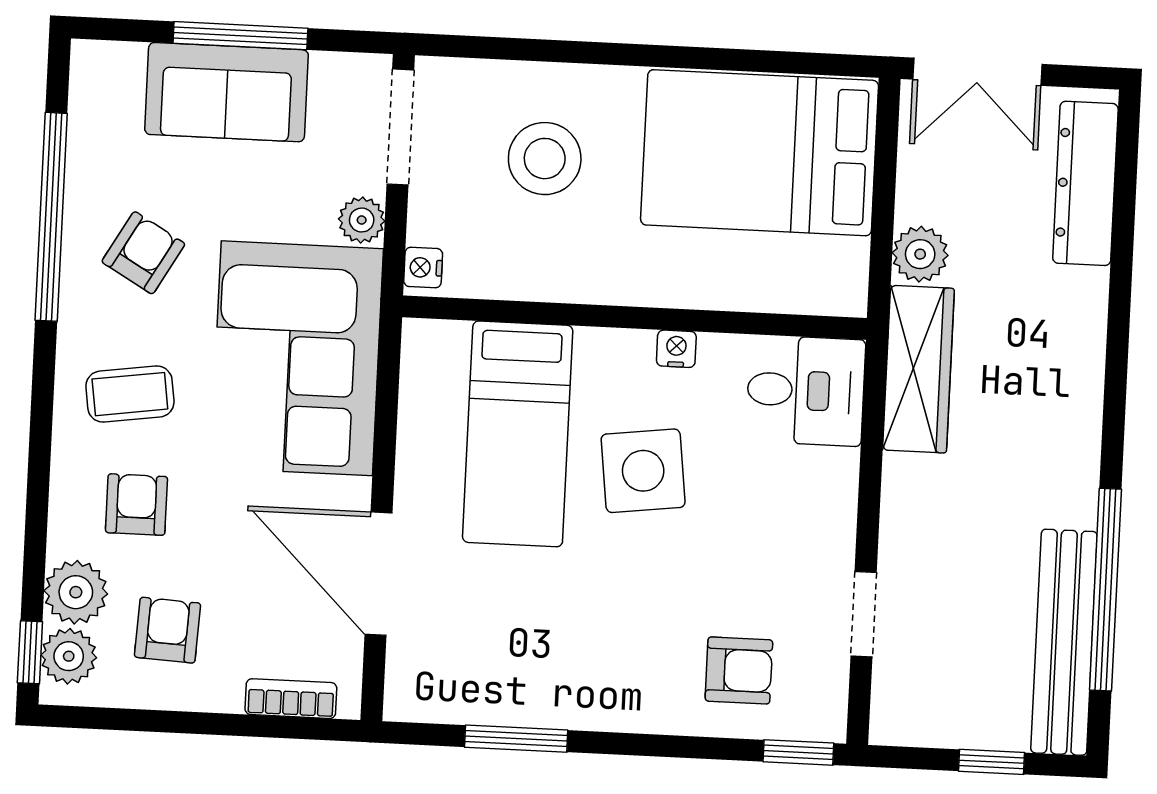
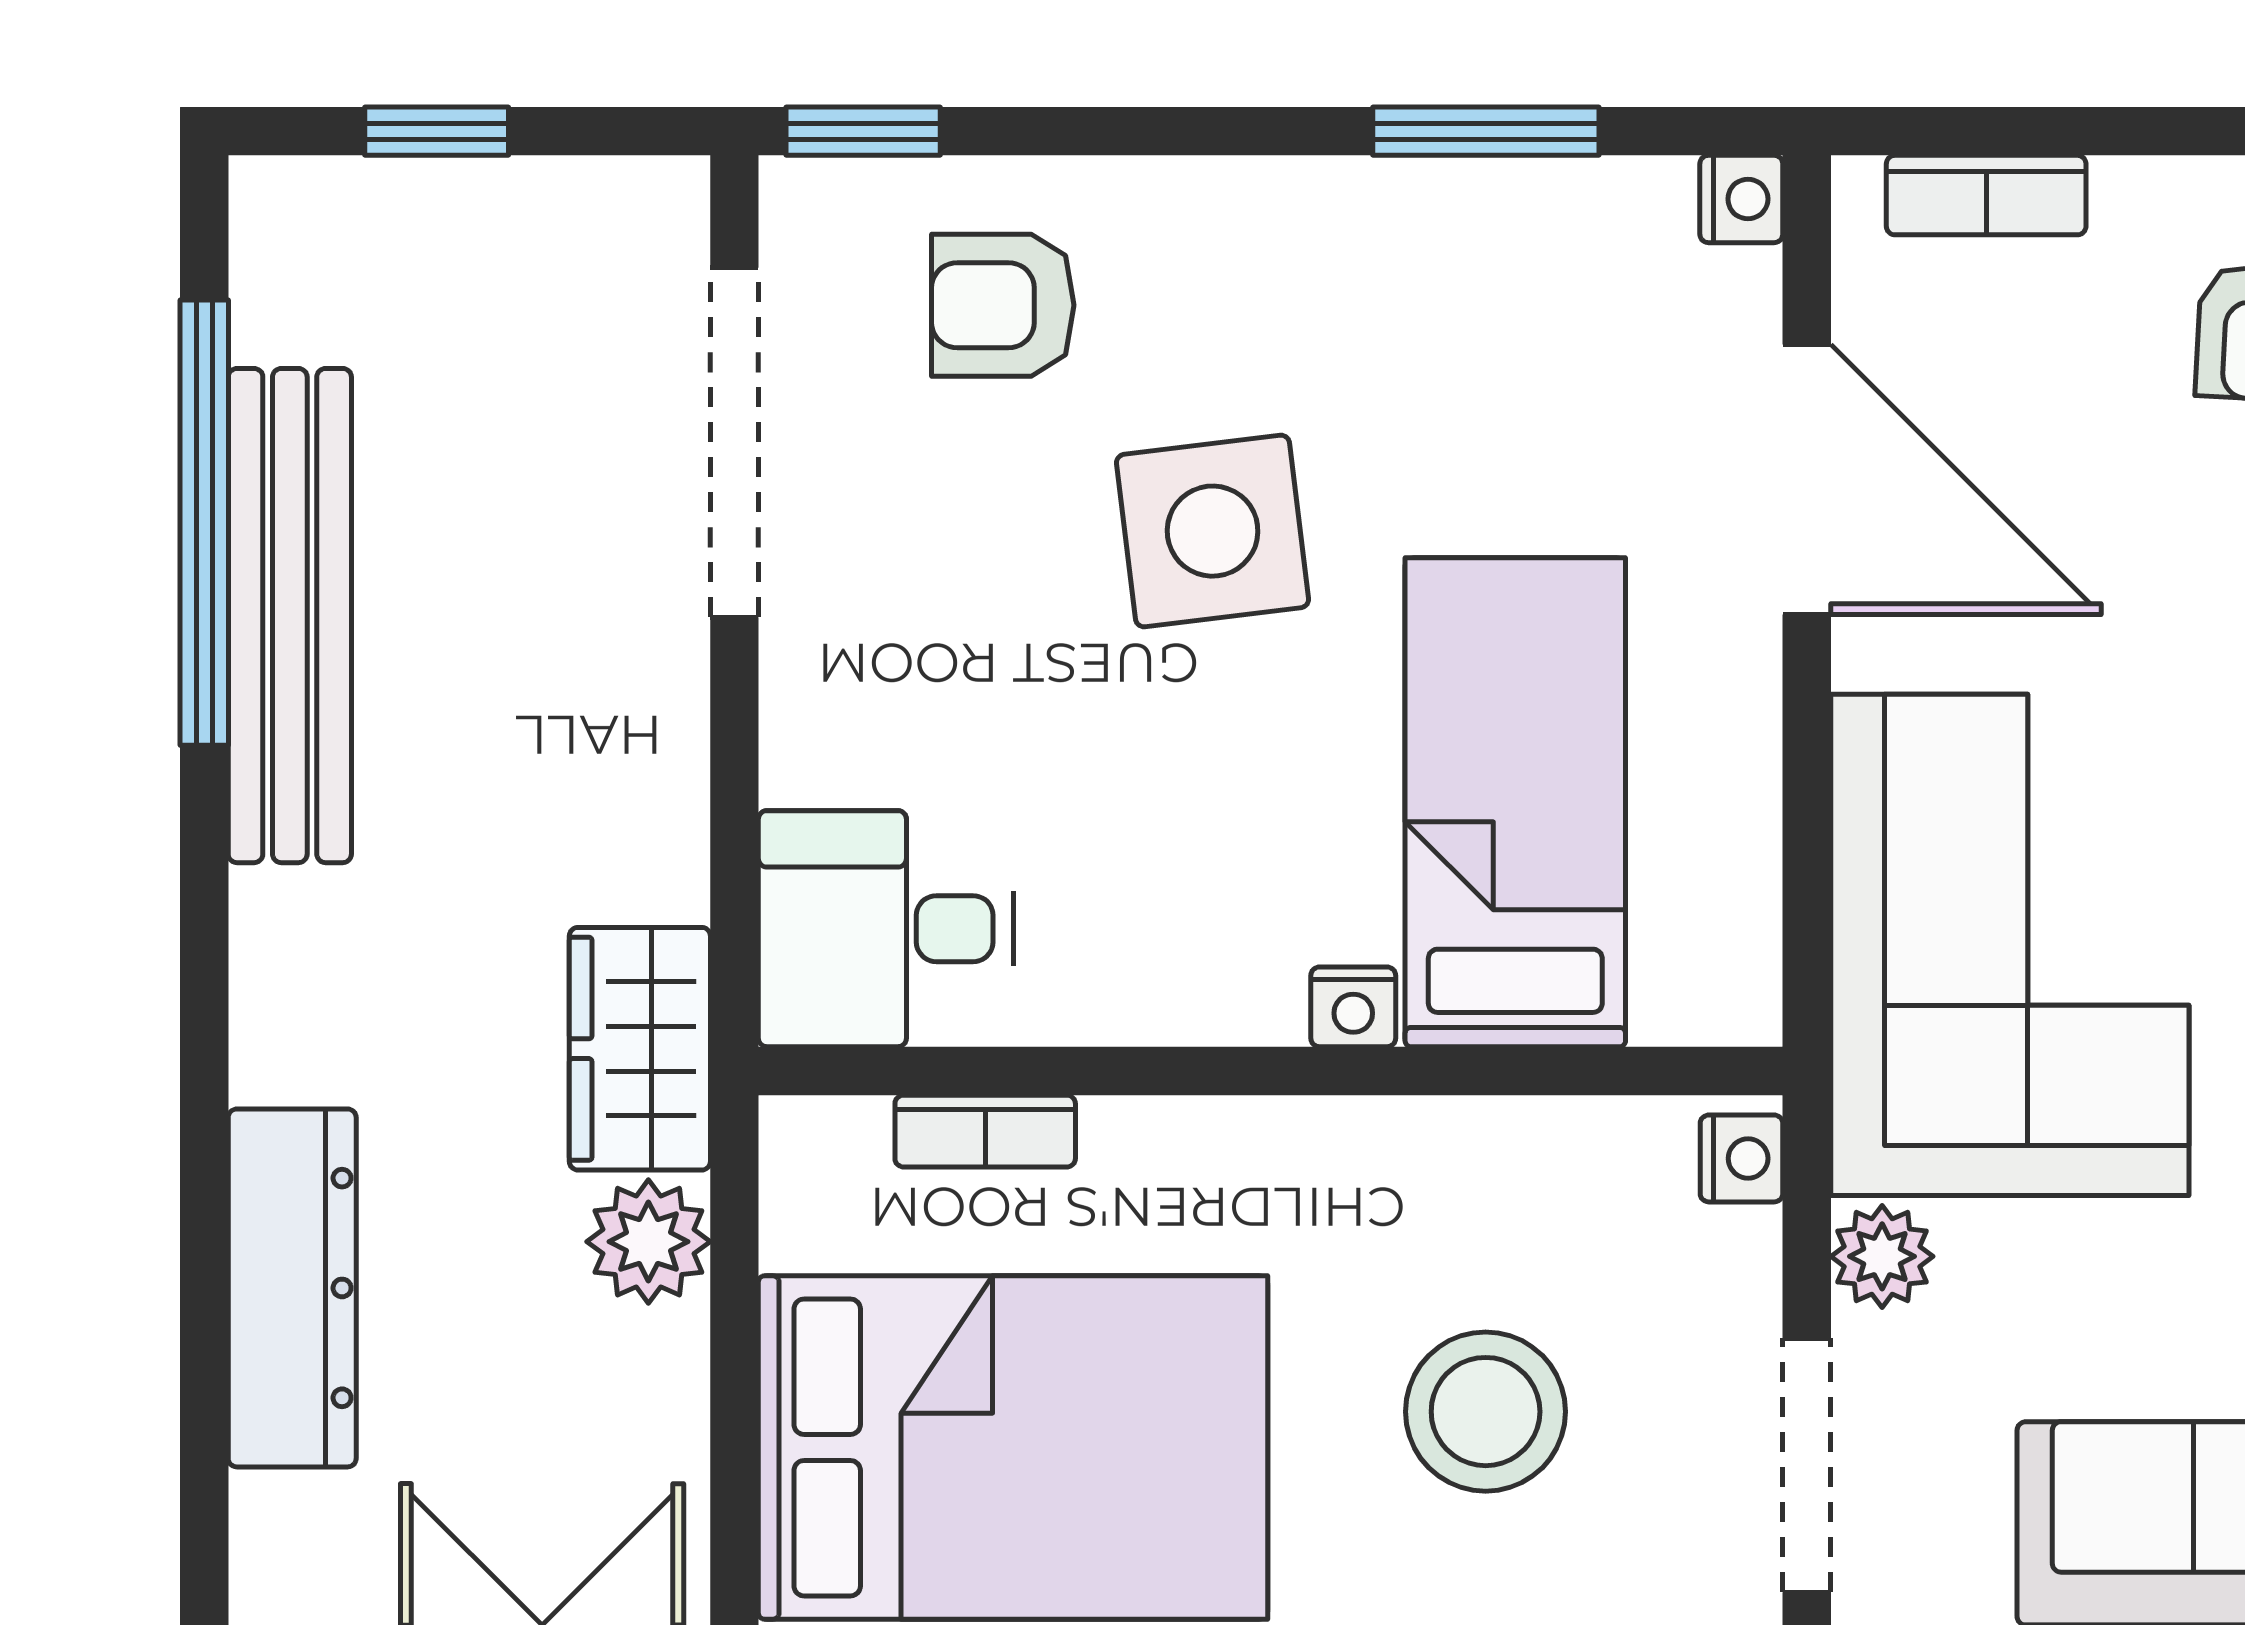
dresser: (1085, 183) -> (292, 1288), moved
bookcase: (765, 297) -> (985, 1131), added
nightstand: (676, 349) -> (1353, 1007), moved
wardrobe: (918, 369) -> (640, 1049), width x0.67
side table: (643, 471) -> (1213, 531), moved
doorway: (864, 614) -> (734, 443), width x1.87
bench: (1064, 642) -> (290, 616), moved
nightstand: (402, 702) -> (1741, 199), added

